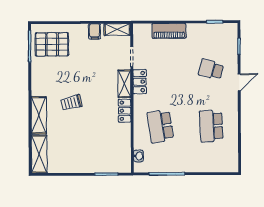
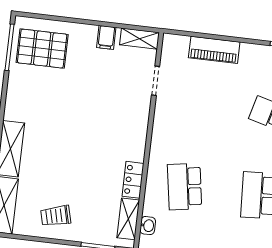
locker: (140, 82) -> (163, 118), removed
shelving: (124, 84) -> (128, 219), moved
trolley: (71, 103) -> (56, 216), moved
locker: (125, 111) -> (133, 180), moved

